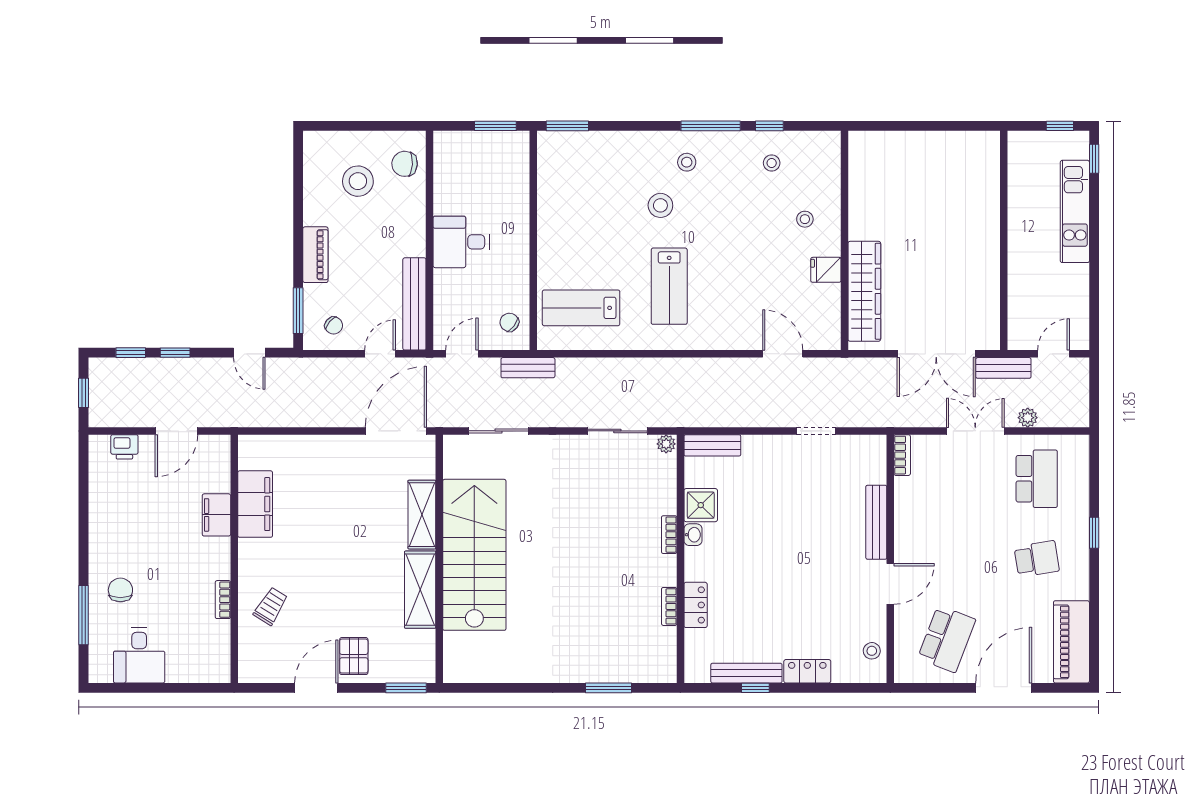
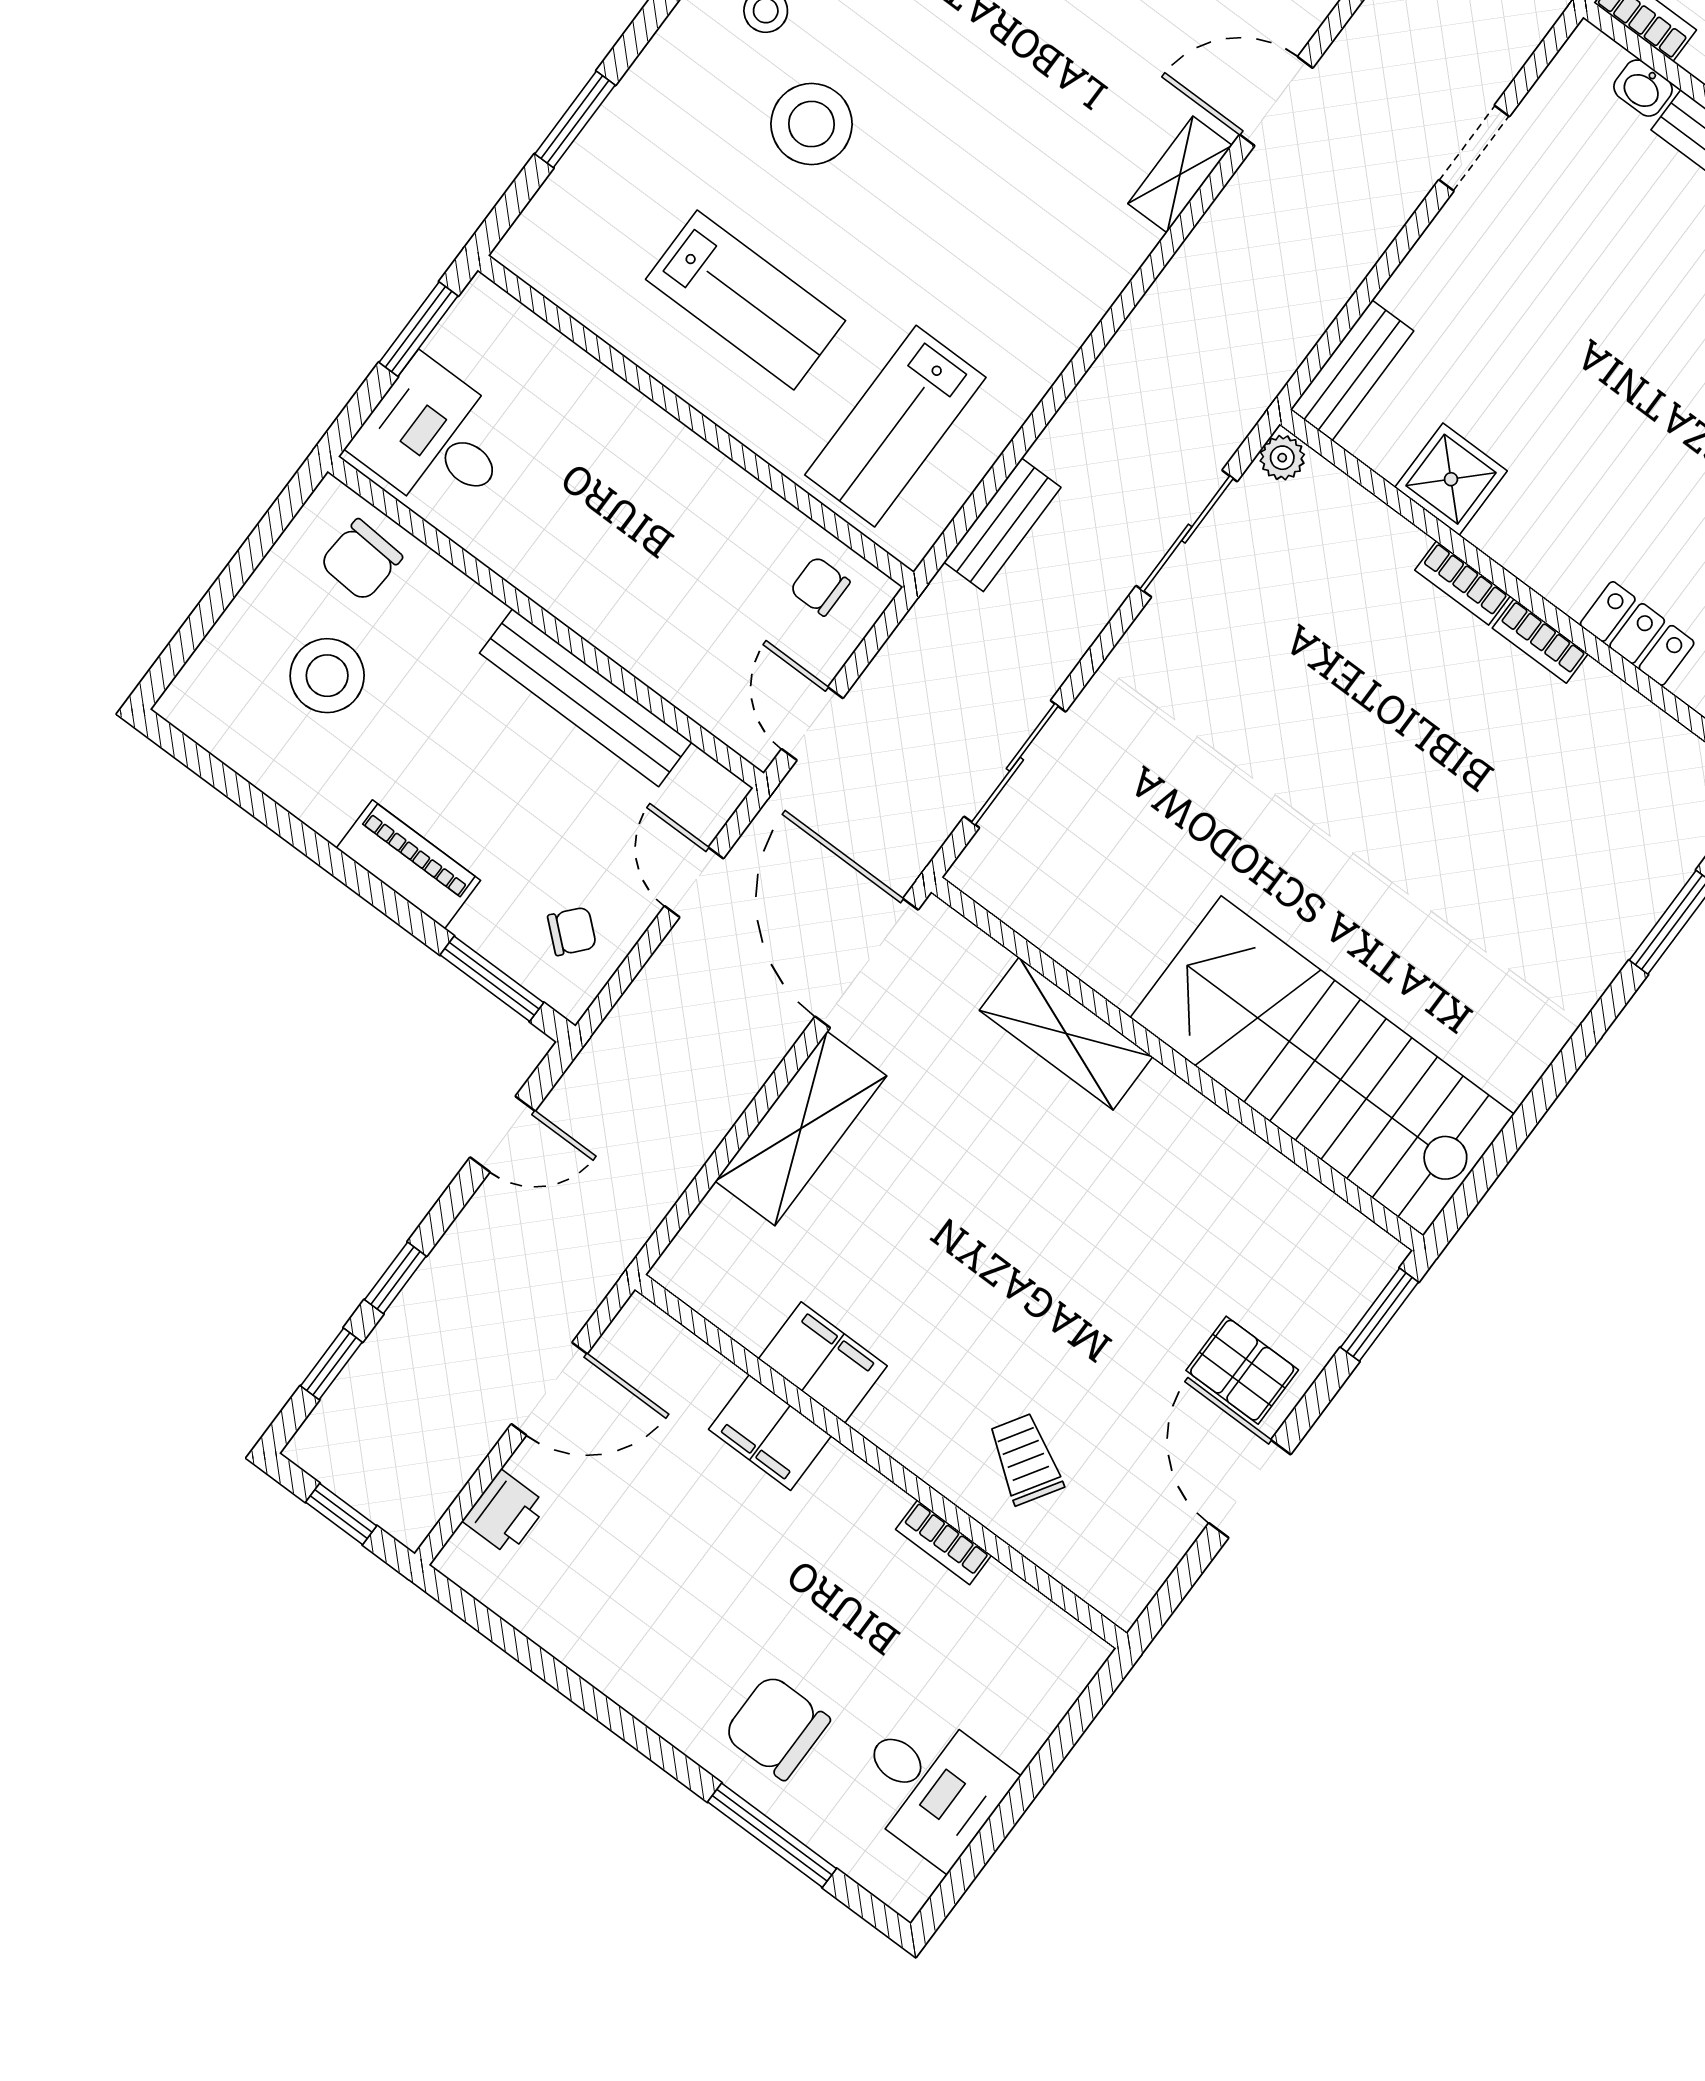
window: (567, 126) -> (575, 119), moved
stool: (660, 205) -> (812, 124), width x1.38, depth x1.38
desk: (461, 242) -> (435, 439), moved, turned 90
lab bench: (669, 286) -> (746, 300), moved
bench: (414, 304) -> (586, 698), moved
chair: (509, 322) -> (820, 586), turned 53
shelving: (735, 340) -> (1180, 174), added
bench: (528, 368) -> (1002, 525), moved
door: (176, 431) -> (549, 1389), hinge flipped
filing cabinet: (255, 504) -> (823, 1363), width x0.67, depth x0.86
washbasin: (693, 535) -> (1643, 88), moved, turned 180
stairs: (474, 555) -> (1322, 1066), moved
chair: (120, 590) -> (777, 1727), width x1.37, depth x1.37
shelving: (420, 590) -> (801, 1129), moved, turned 90
bookcase: (669, 606) -> (1540, 641), moved

